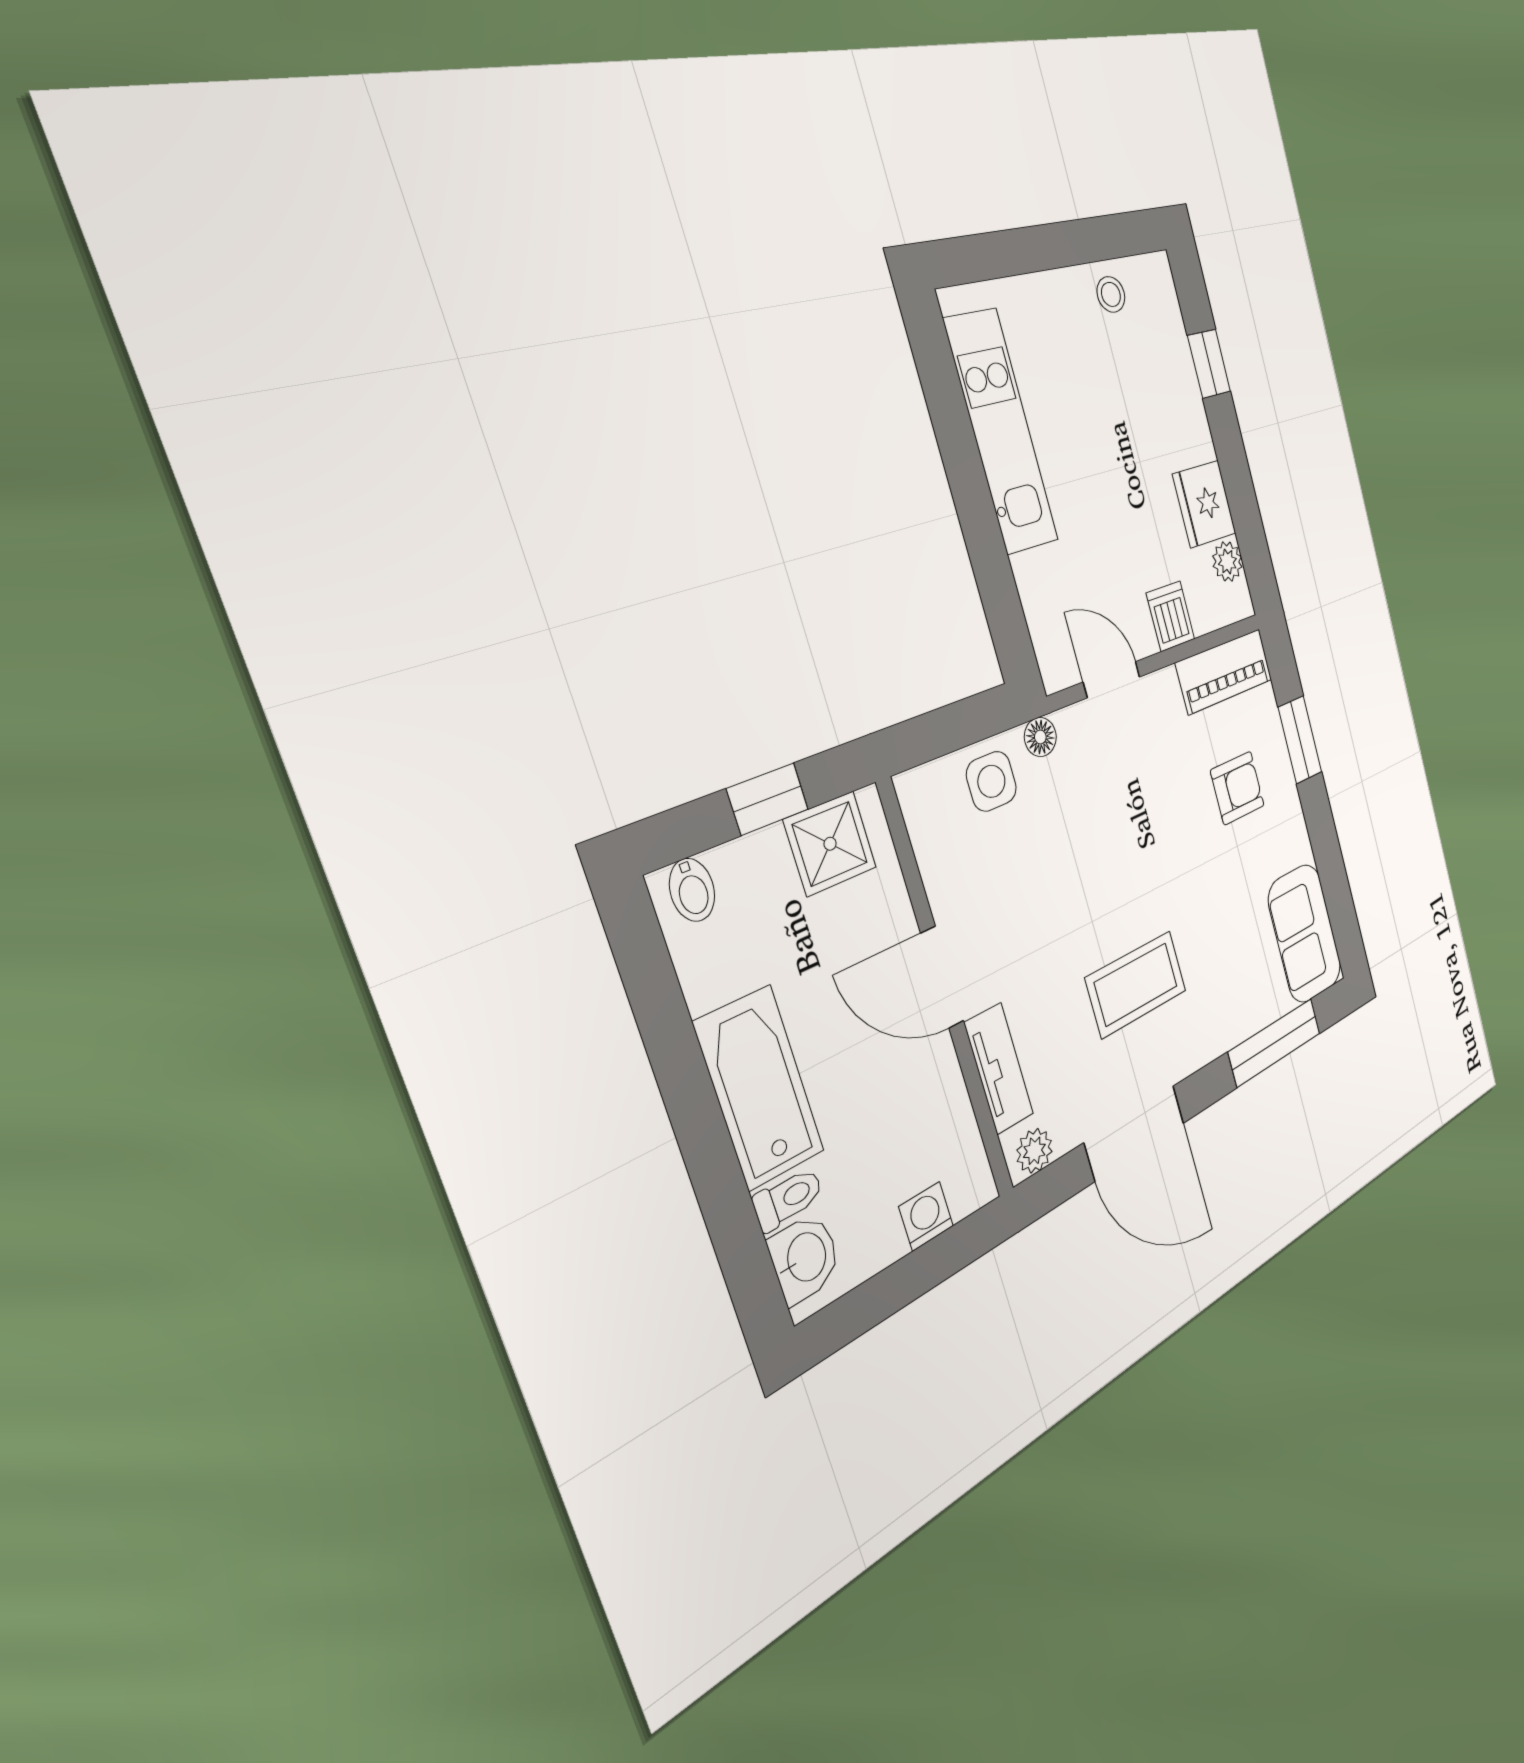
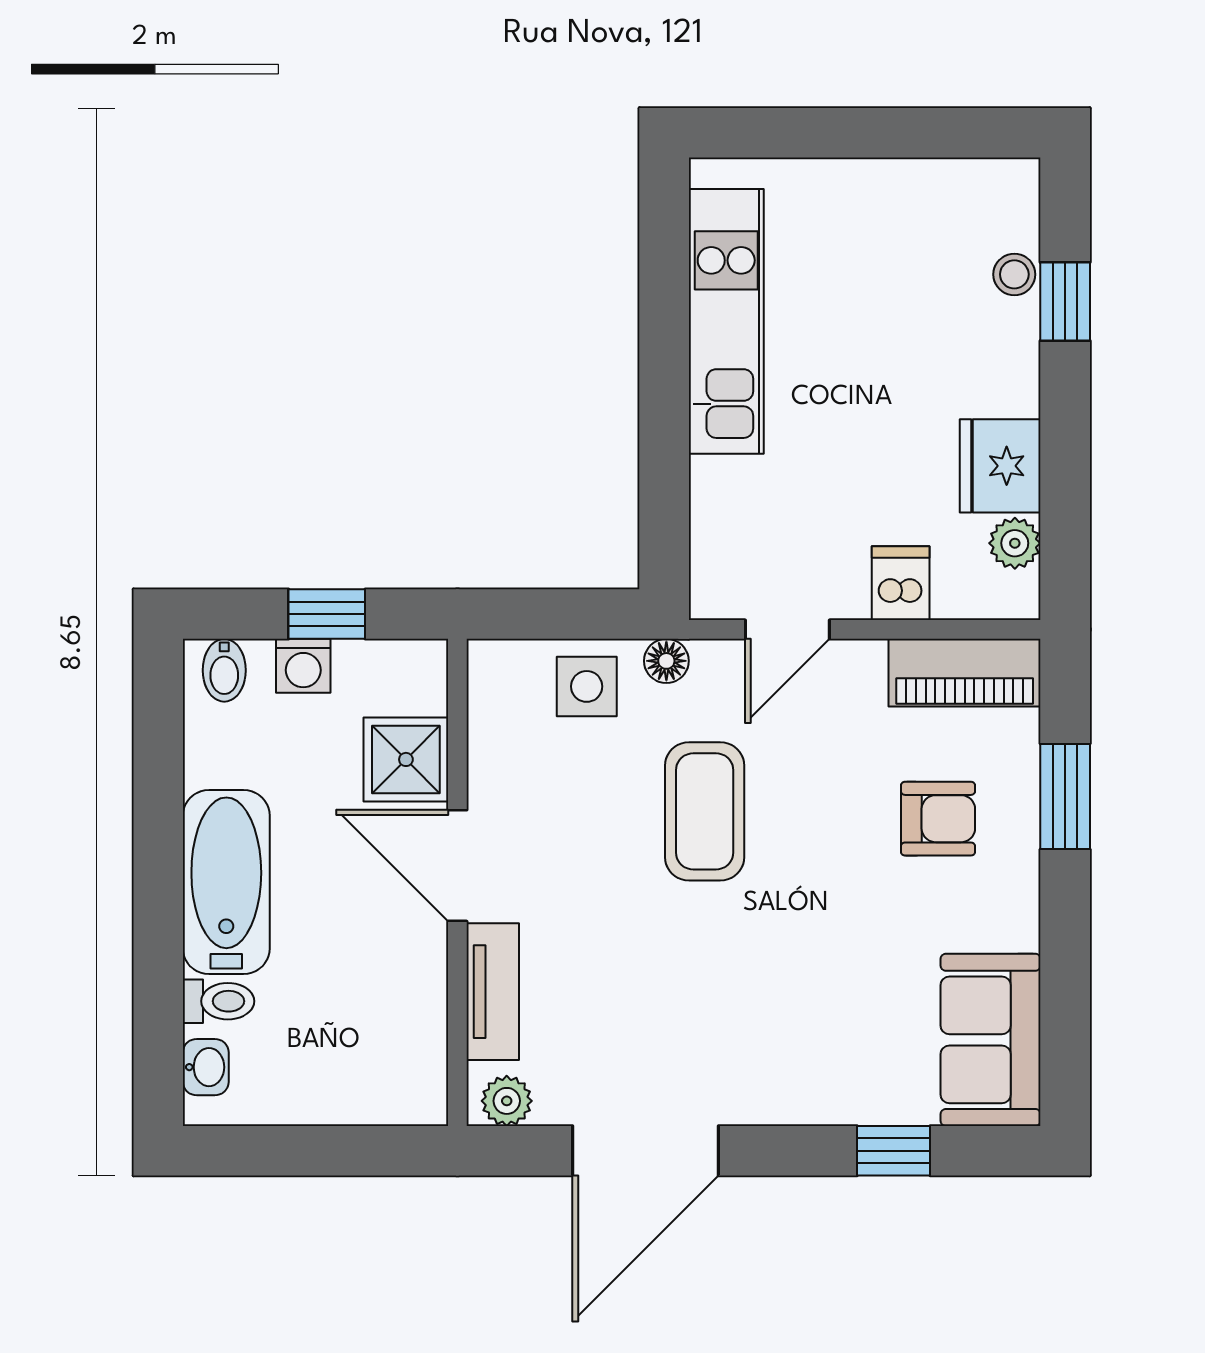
stool: (1111, 294) -> (1014, 274), moved
door: (1112, 680) -> (787, 629), swing flipped
shower: (830, 844) -> (406, 759), moved
coffee table: (1136, 984) -> (705, 811), moved, turned 90
window: (1275, 1042) -> (894, 1151), width x0.46
door: (1135, 1133) -> (646, 1151), hinge flipped
washing machine: (926, 1216) -> (303, 666), moved, turned 180
washbasin: (805, 1258) -> (206, 1067), width x0.72, depth x0.69

